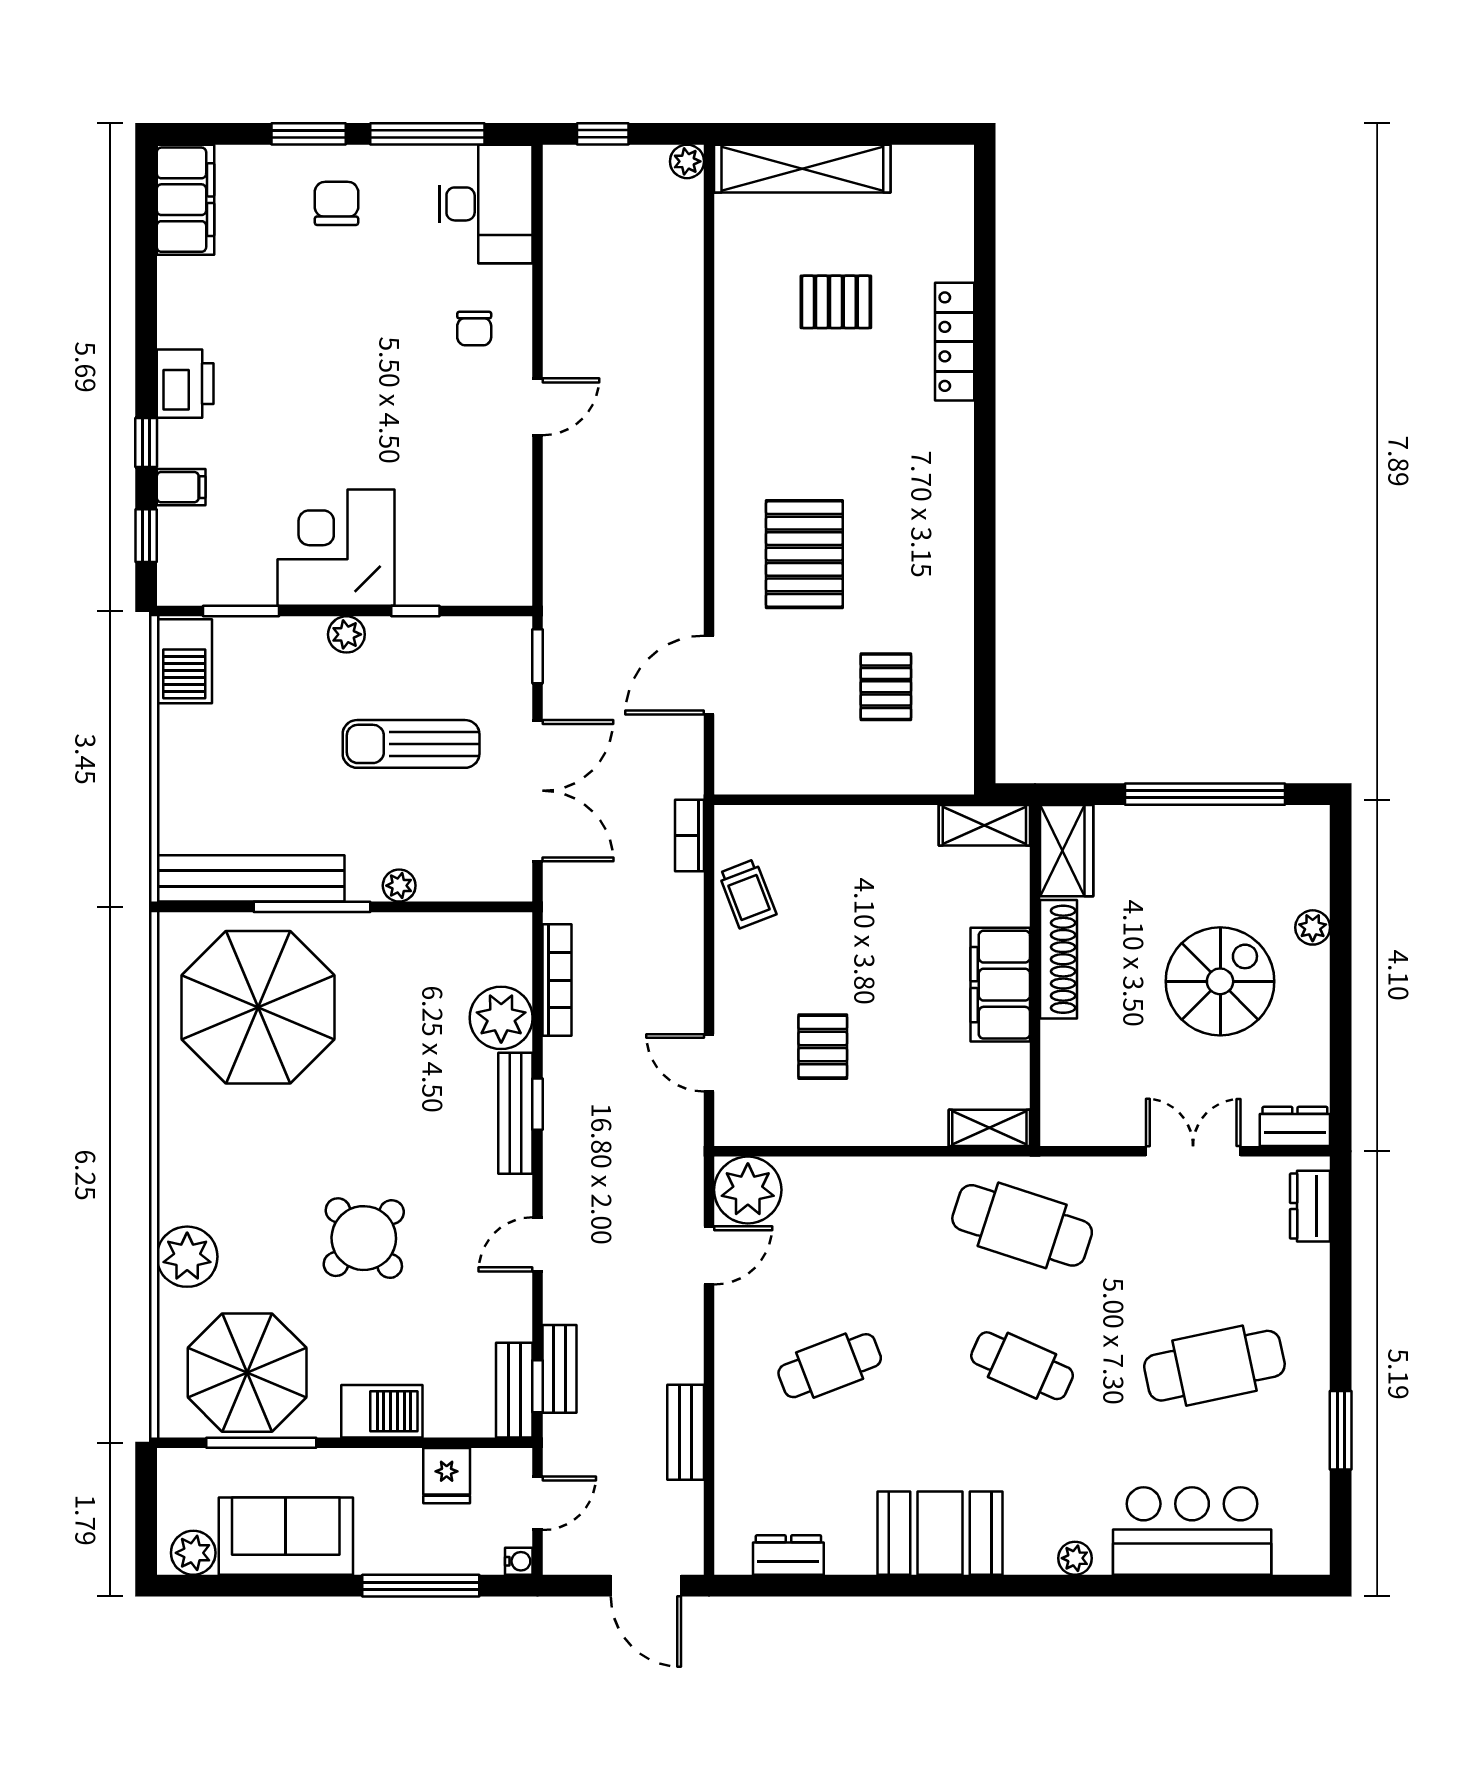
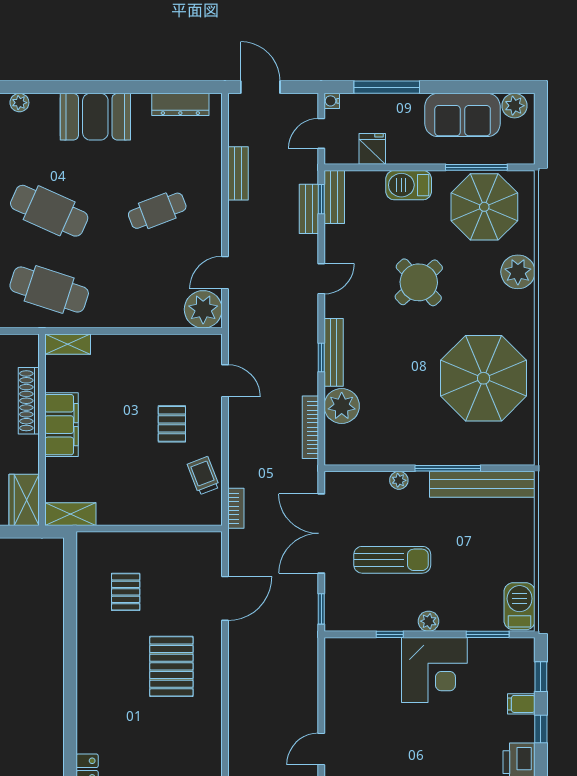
shoe rack: (1058, 959) -> (29, 401), moved
parasol: (258, 1007) -> (484, 378), moved
pallet: (823, 1047) -> (172, 424), moved
cafe table: (1022, 1366) -> (49, 211), width x1.37, depth x1.35
dresser: (788, 1555) -> (180, 104), width x1.44

